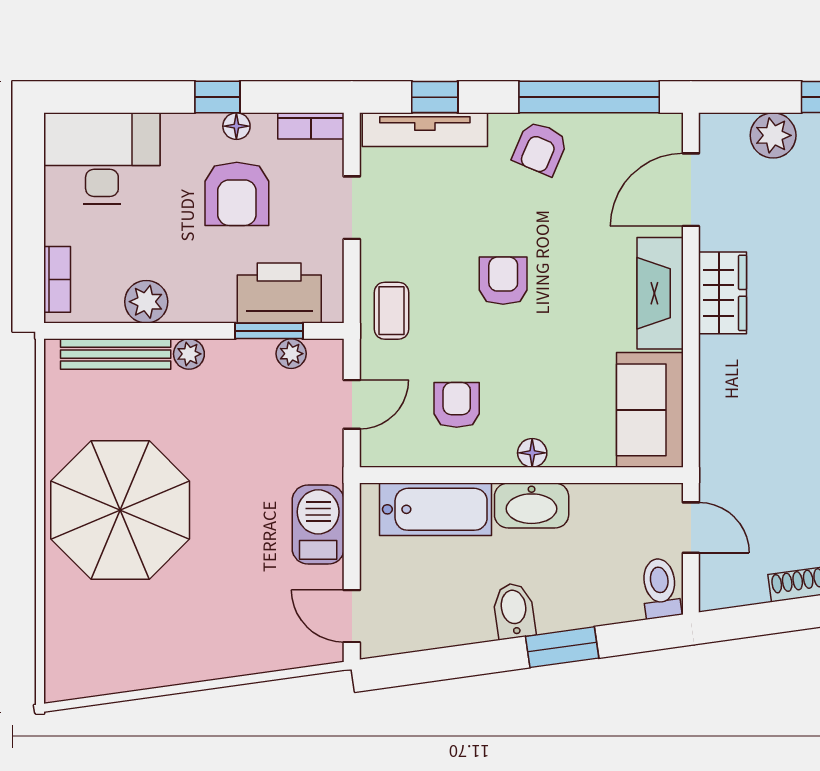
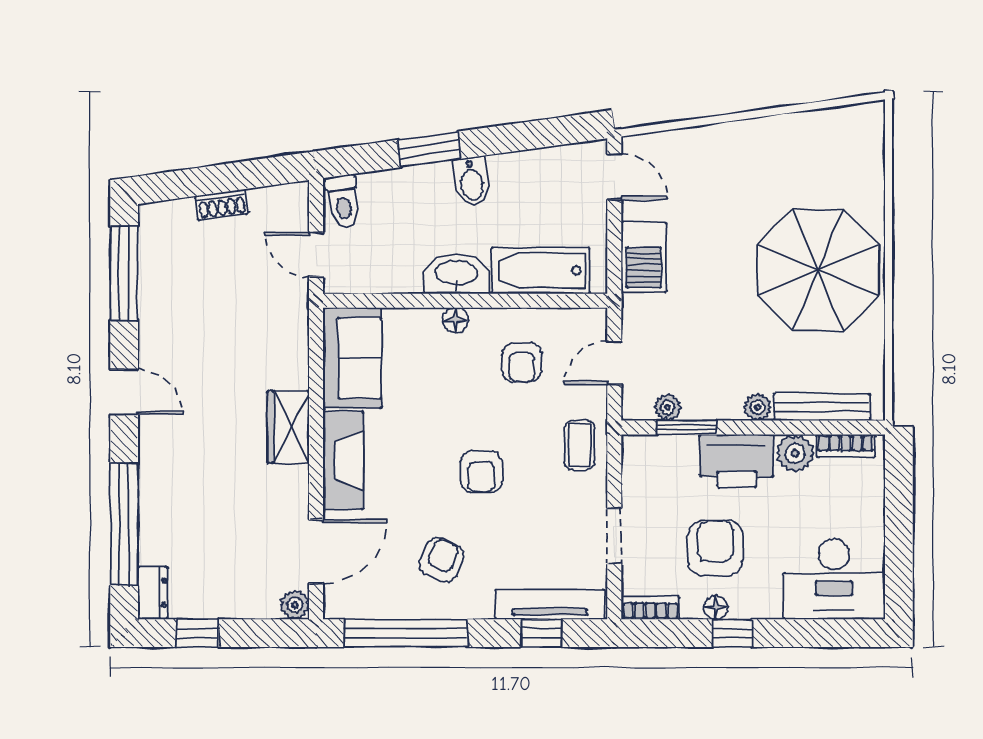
plant: (773, 135) -> (295, 605), moved, width x0.73, depth x0.73
armchair: (540, 148) -> (441, 560), moved
bookcase: (57, 279) -> (846, 446), moved, turned -90
printer: (279, 293) -> (737, 461), moved
wardrobe: (722, 293) -> (288, 427), moved

